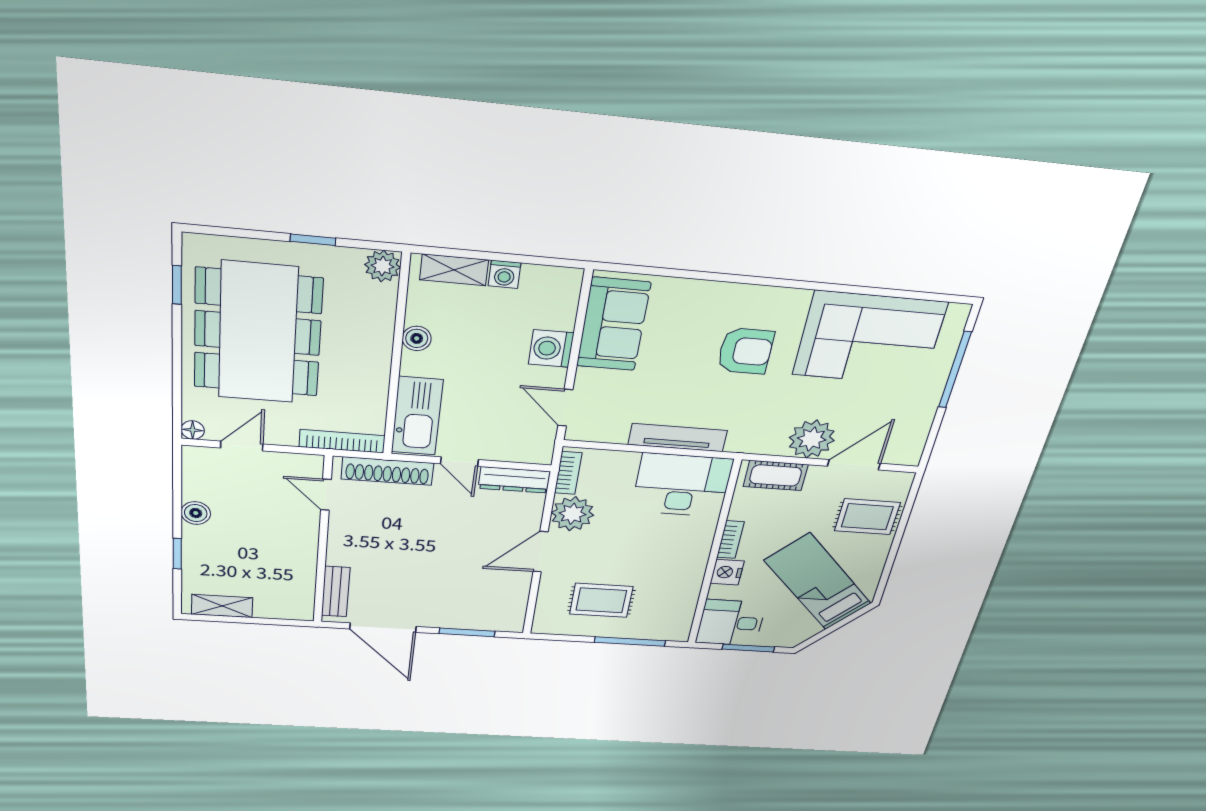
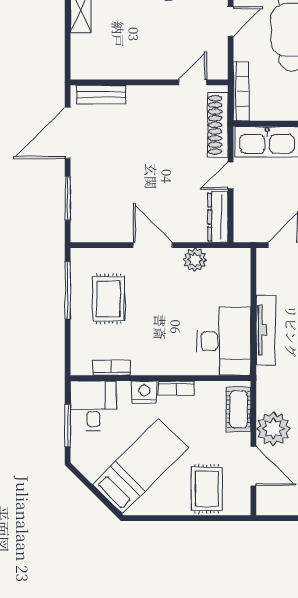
door: (242, 446) -> (231, 21), hinge flipped
bookcase: (568, 473) -> (112, 368), moved, turned 180
plant: (572, 514) -> (195, 260), width x0.73, depth x0.73
window: (630, 641) -> (68, 290), moved

